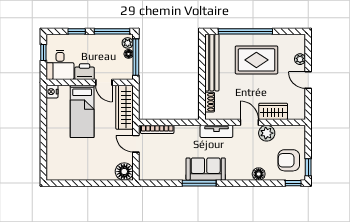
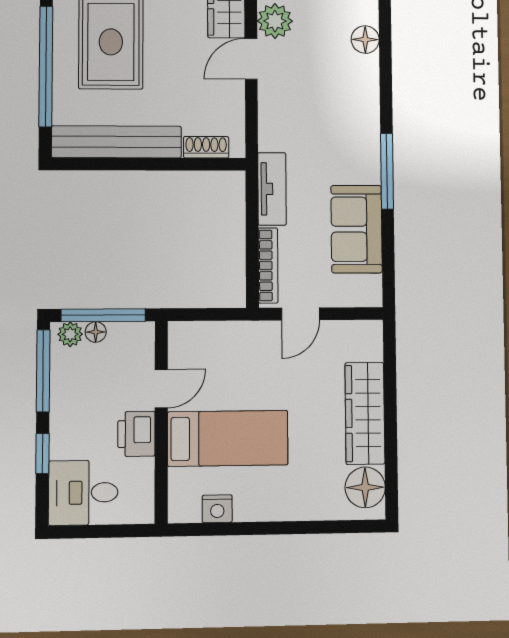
window: (43, 52) -> (91, 531), removed
desk: (60, 65) -> (83, 493), moved, turned 180
nightstand: (52, 92) -> (217, 509), moved
wardrobe: (124, 107) -> (365, 413), moved, turned 90
tv unit: (216, 131) -> (272, 189), moved
sofa: (206, 169) -> (357, 229), moved
floor lamp: (124, 172) -> (365, 487), moved

